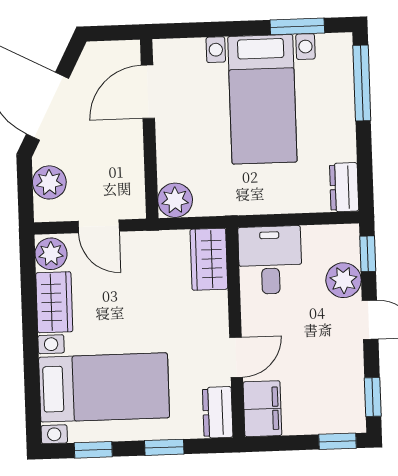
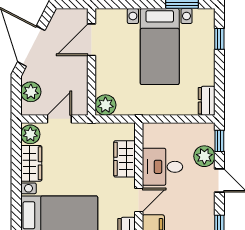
window: (362, 83) -> (219, 39), width x0.46
door: (99, 226) -> (59, 119), swing flipped
wardrobe: (209, 259) -> (124, 159), moved
desk: (270, 260) -> (162, 167), moved, turned -90

